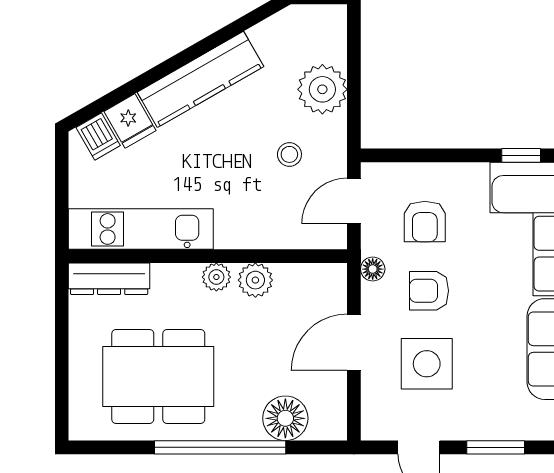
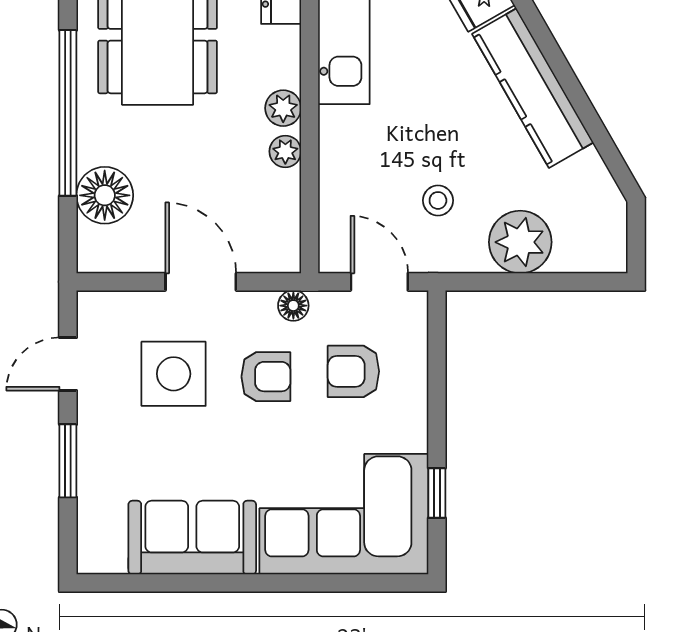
plant: (255, 280) -> (285, 151), width x0.73, depth x0.73
armchair: (429, 291) -> (266, 377), turned 90

